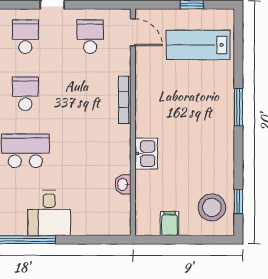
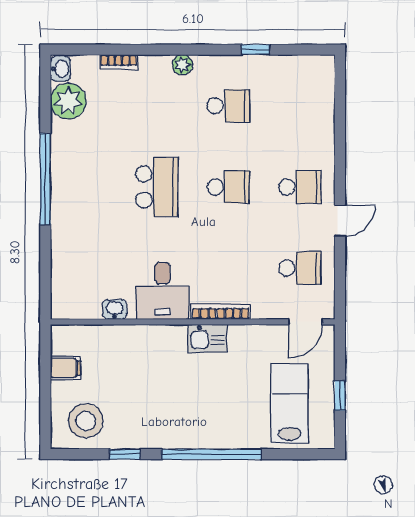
window: (238, 107) -> (211, 454), width x2.11
kitchen sink: (146, 154) -> (207, 338), moved
window: (238, 202) -> (125, 454), moved
desk: (49, 213) -> (163, 291), moved, turned -90

